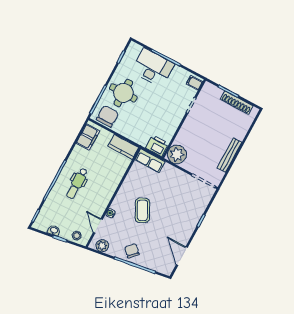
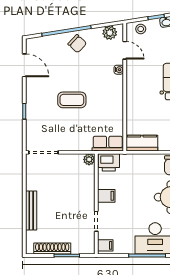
filing cabinet: (173, 121) -> (106, 196), added
plant: (177, 154) -> (89, 159), width x0.53, depth x0.53
bench: (229, 155) -> (31, 211), moved
coffee table: (142, 210) -> (72, 100), moved, turned -62

